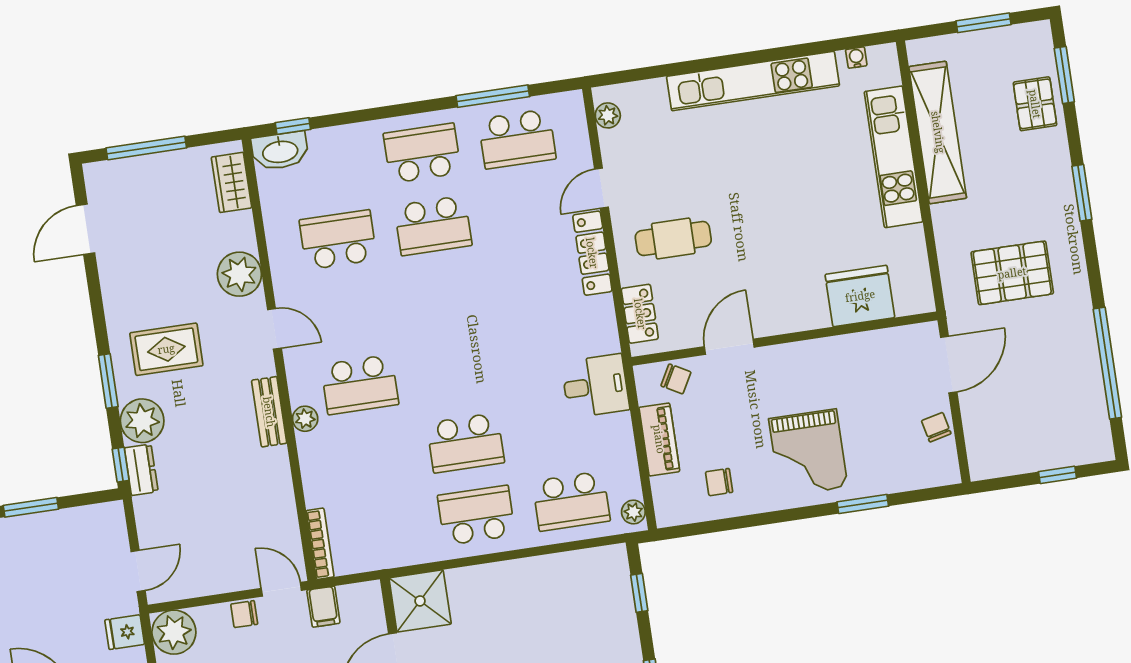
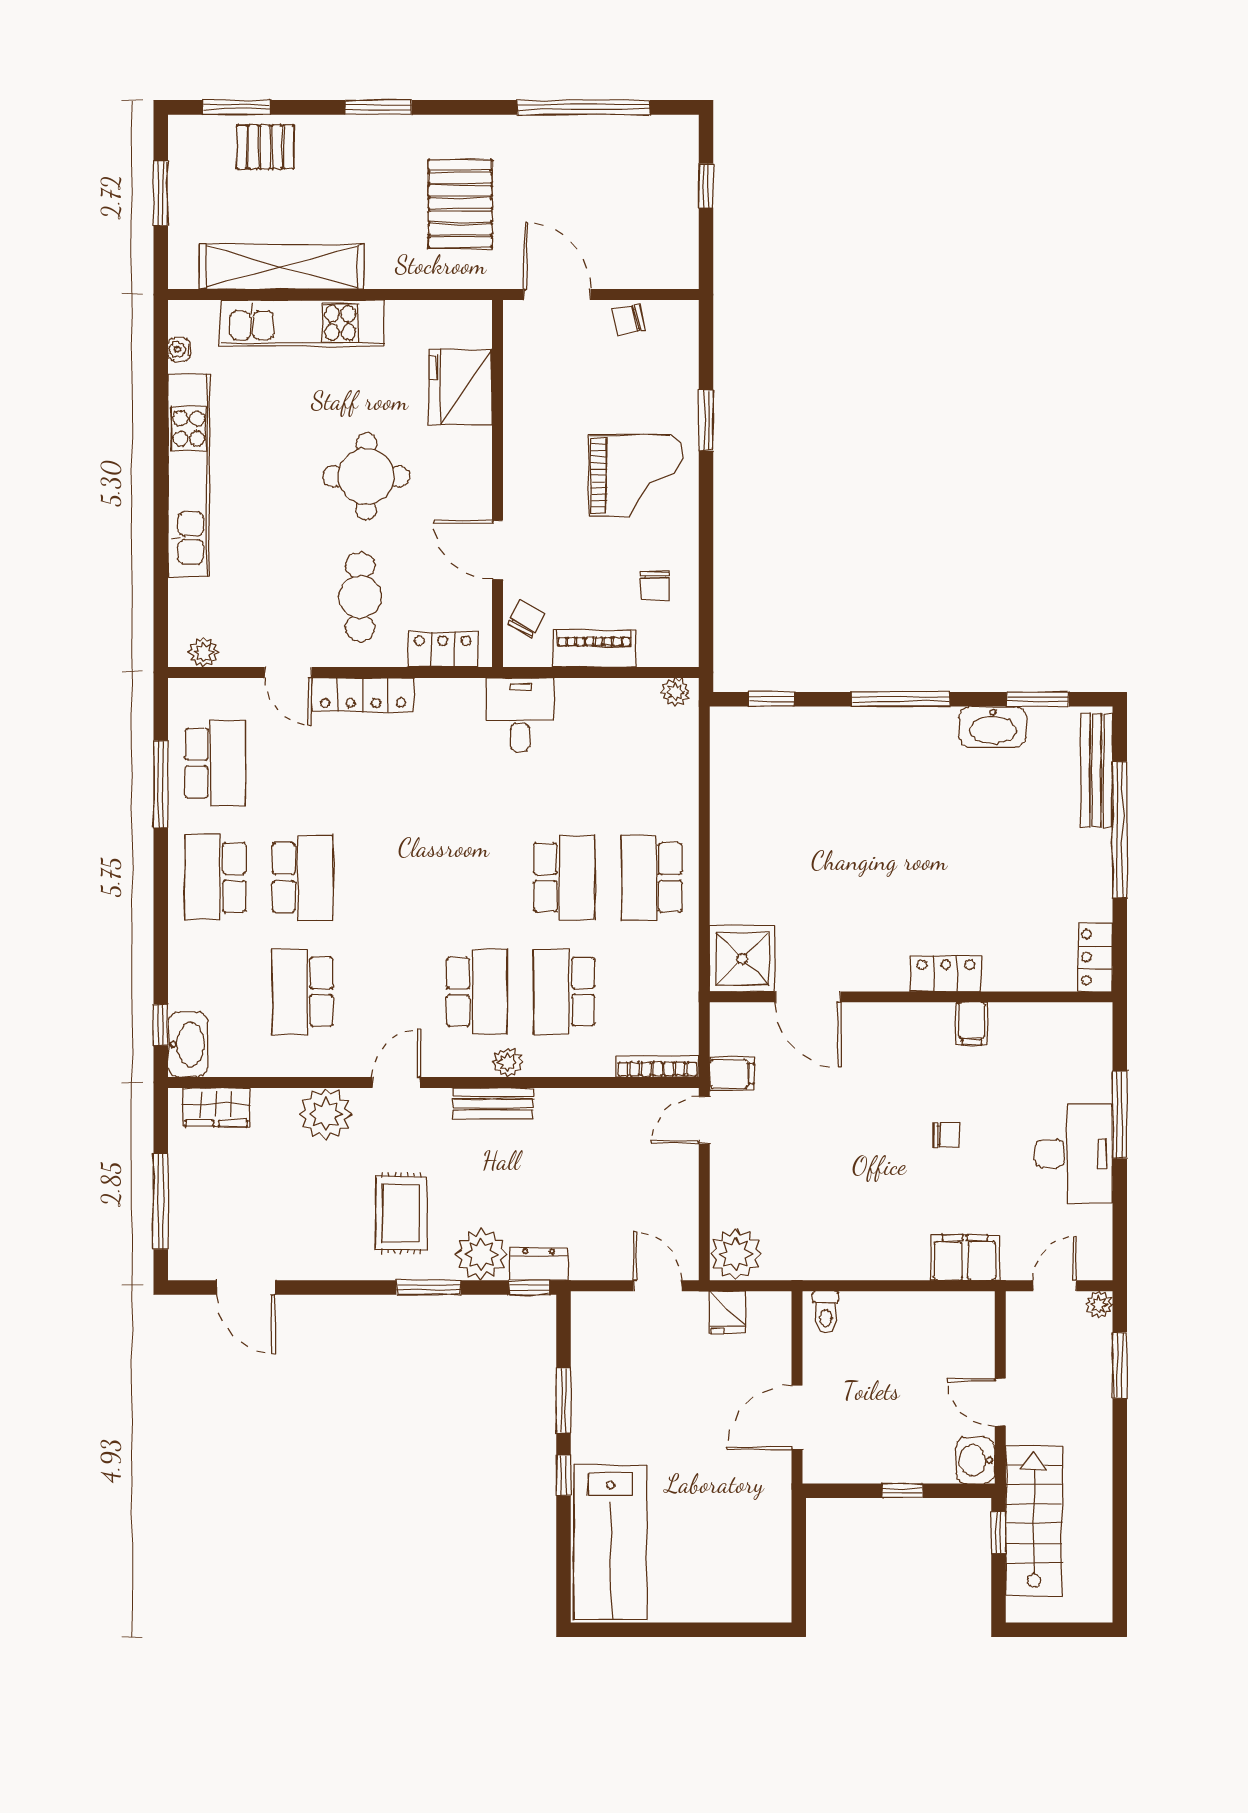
round table: (774, 229) -> (366, 476), added
school desk: (571, 501) -> (564, 992), moved, turned 180
chair: (244, 614) -> (727, 1168), removed

